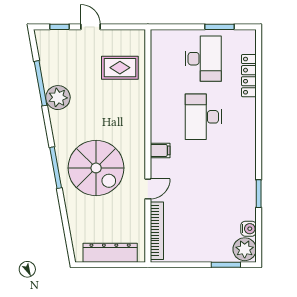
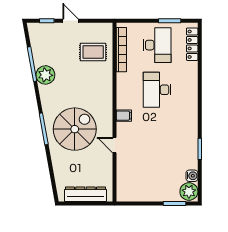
locker: (249, 76) -> (192, 44), moved
spiral stairs: (96, 168) -> (75, 129), turned -90
door: (148, 189) -> (115, 145), swing flipped
bookcase: (157, 231) -> (121, 50), moved

